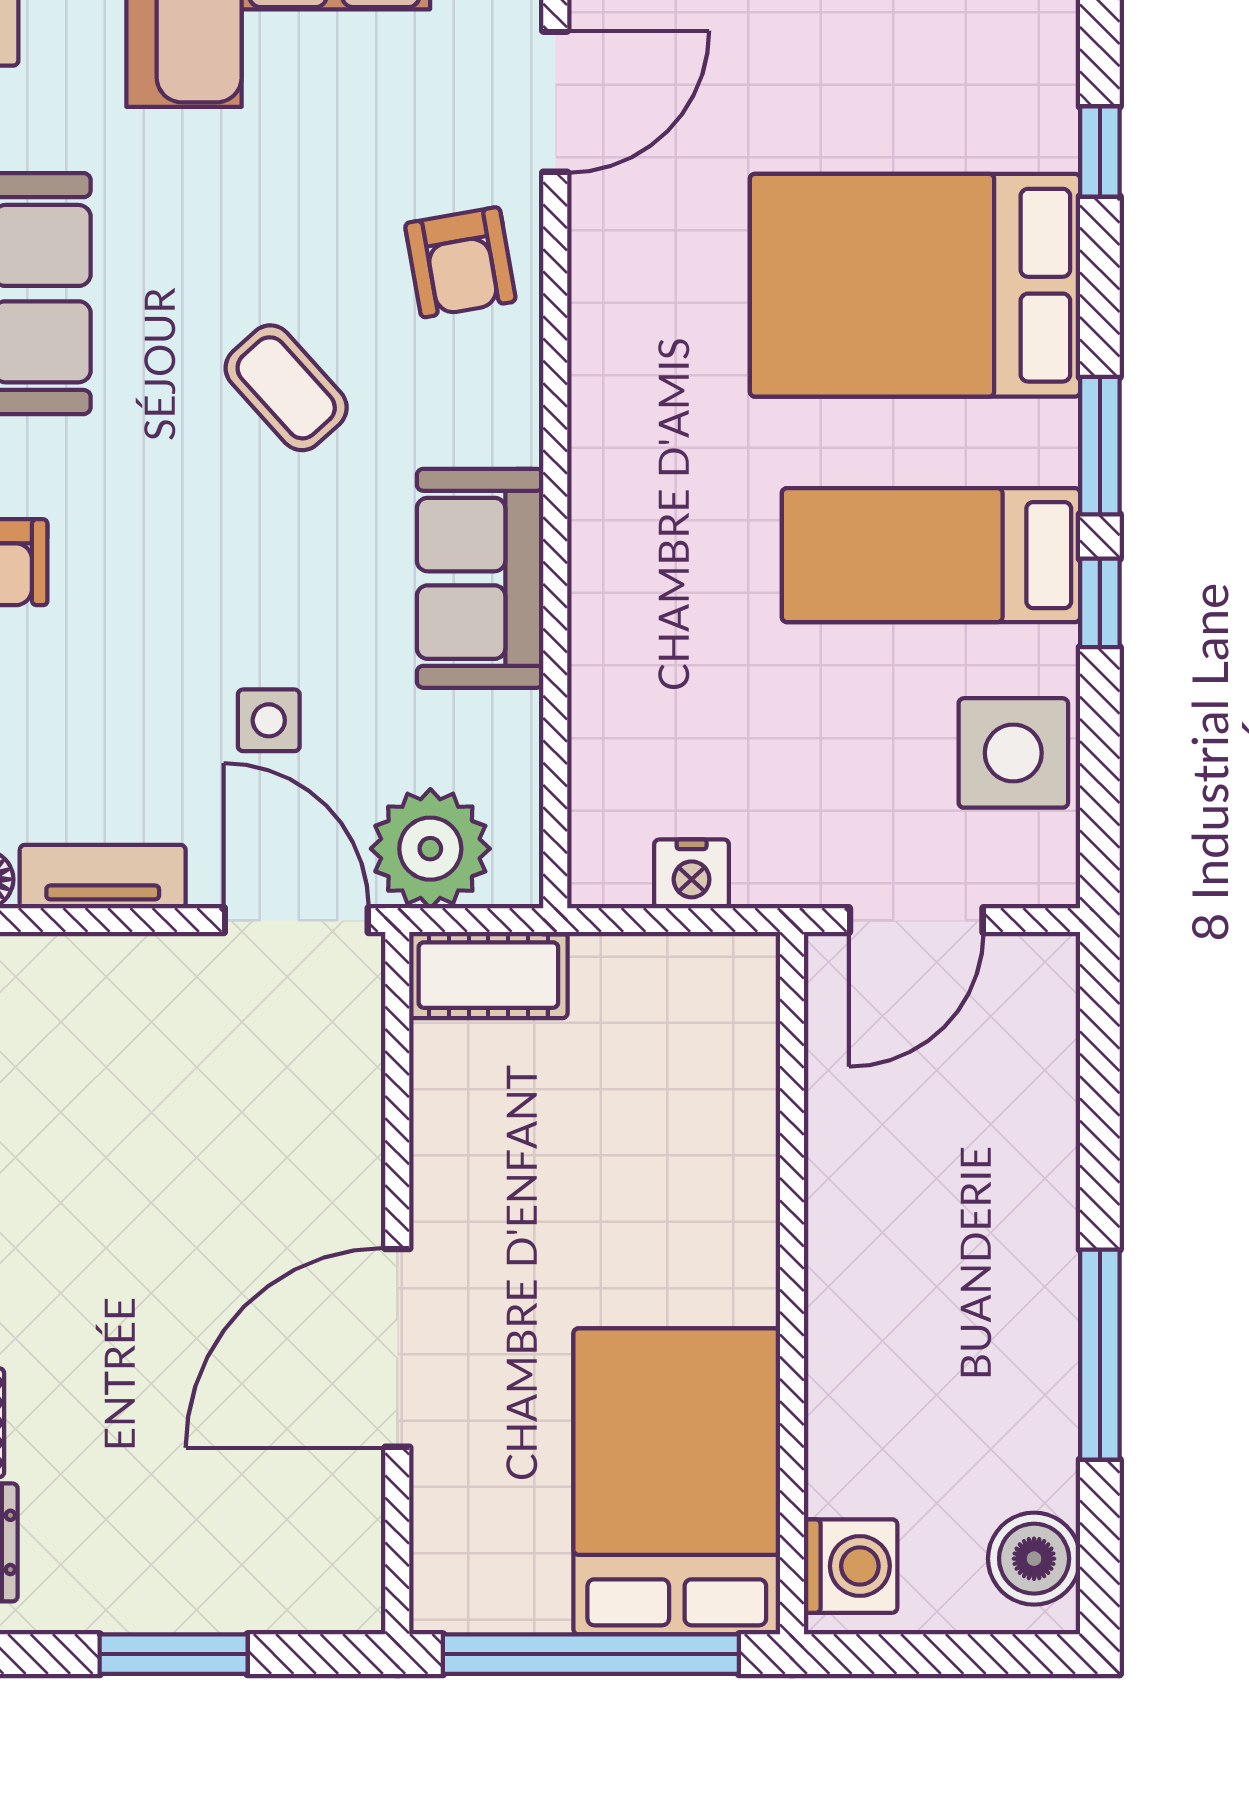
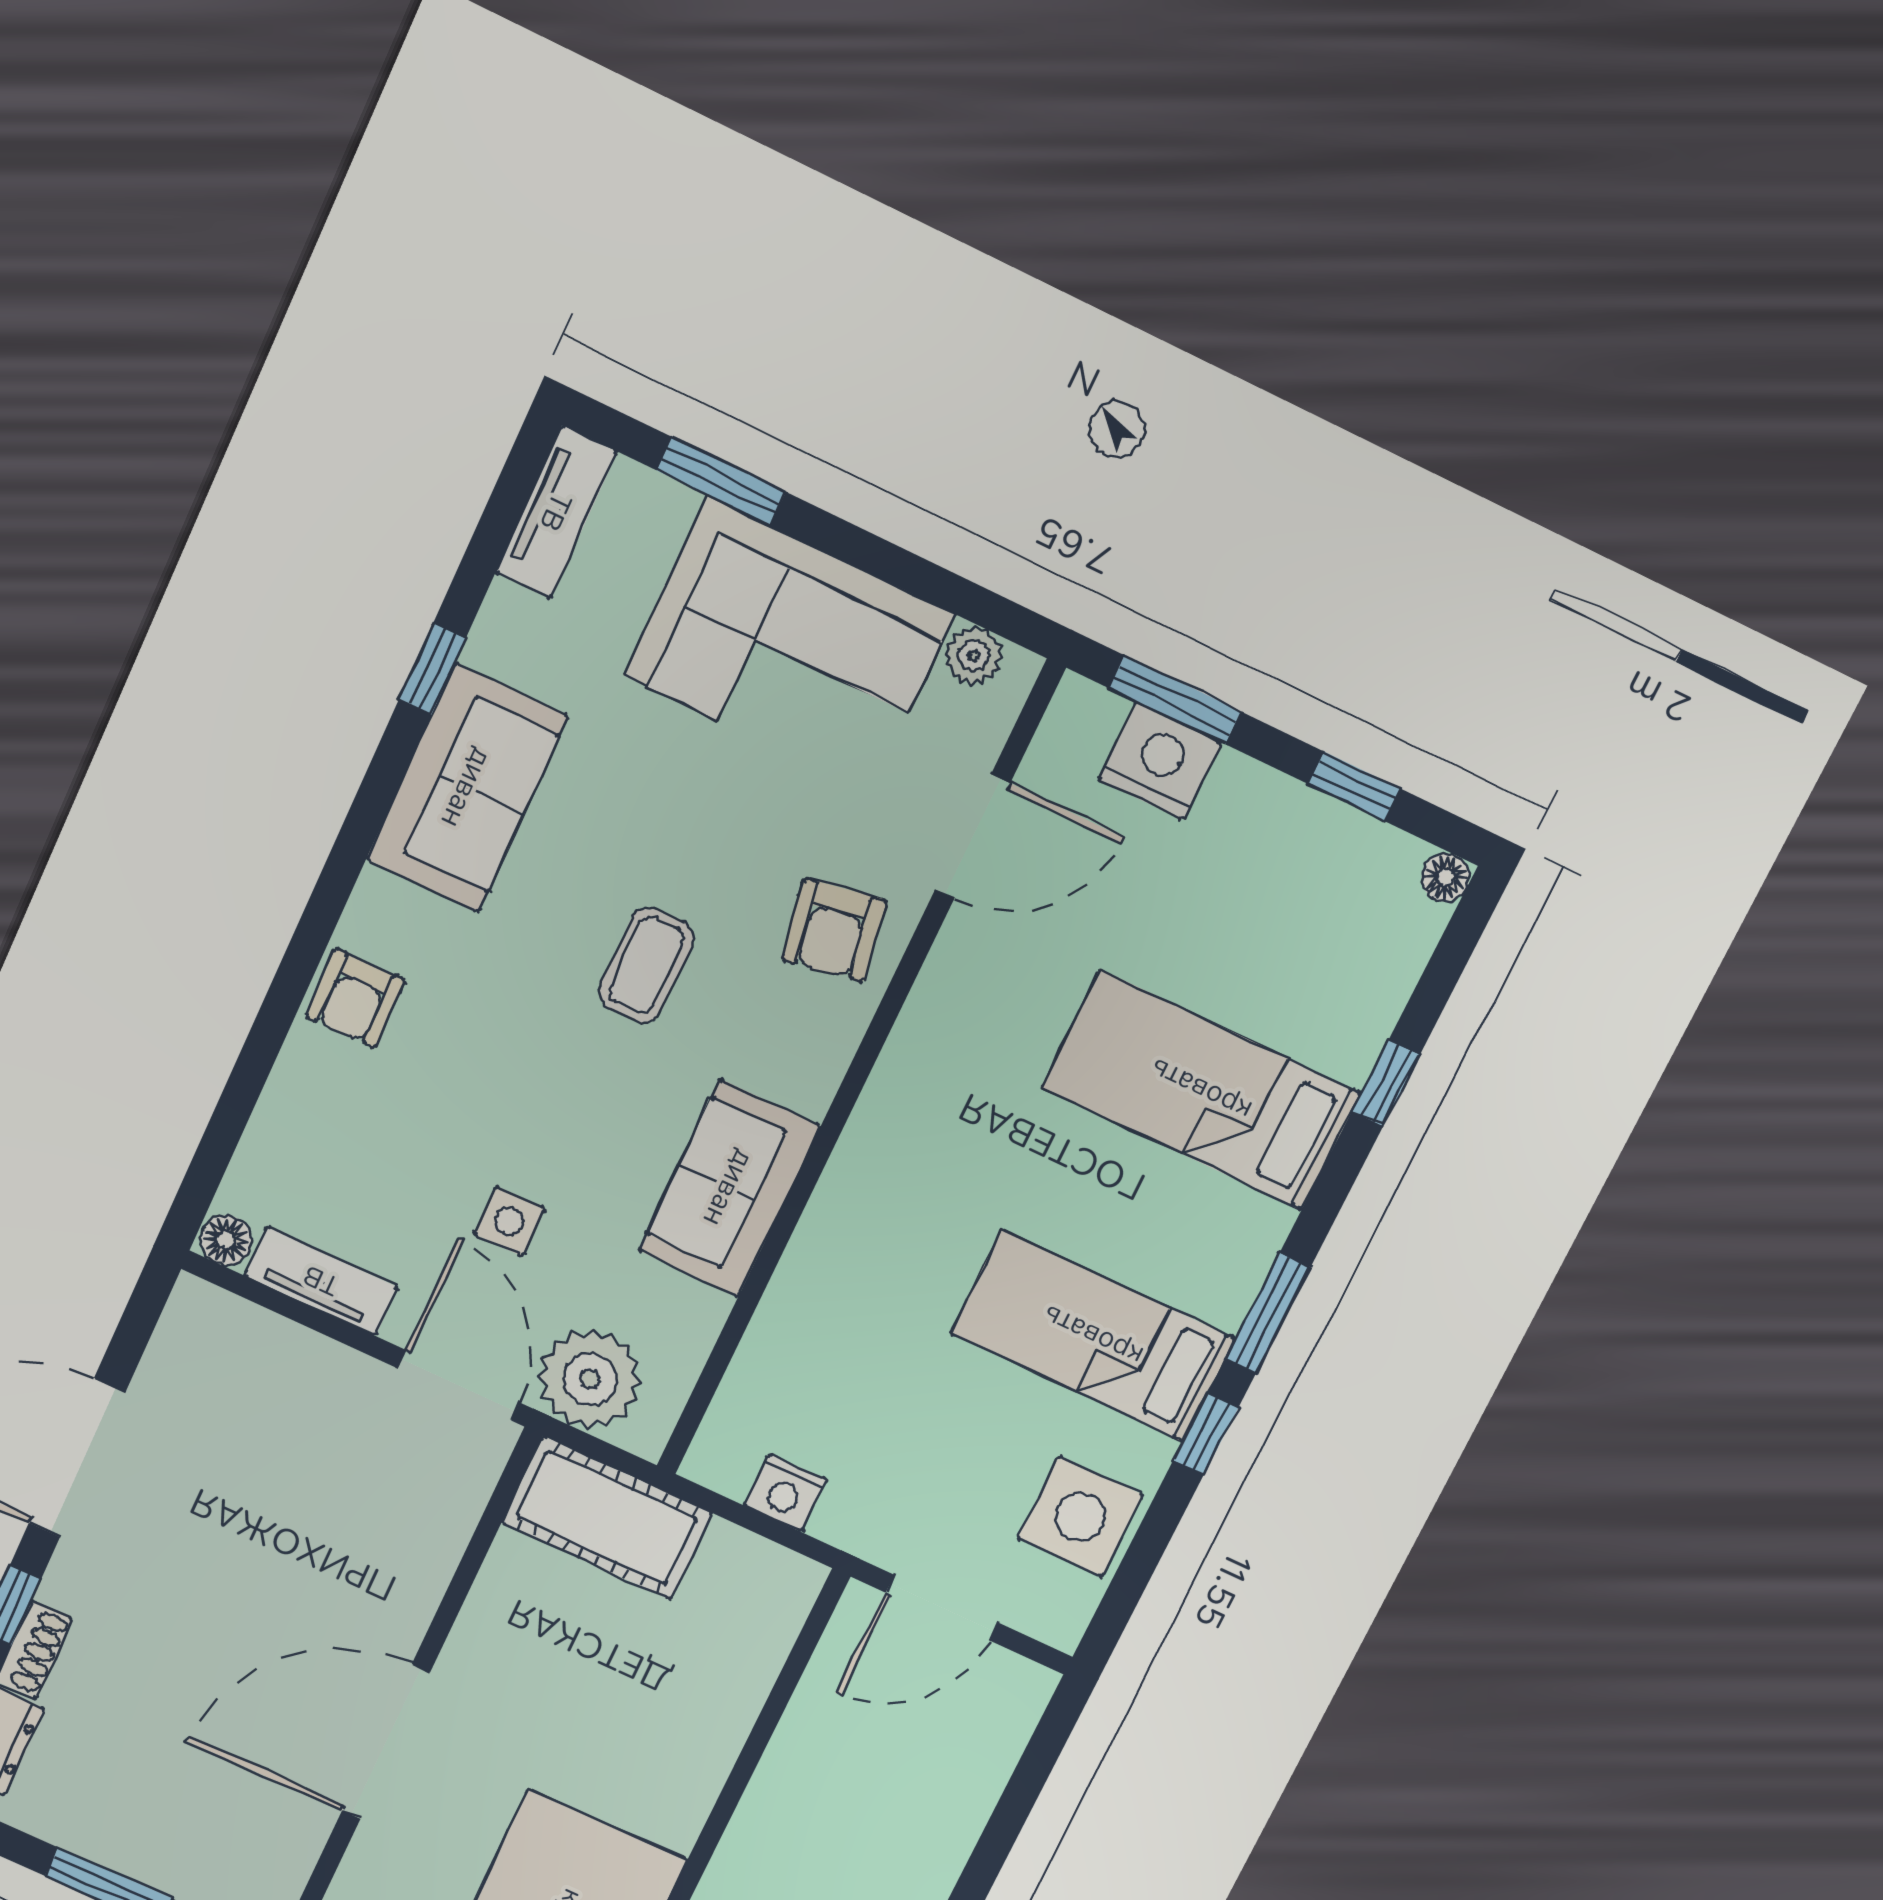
bed: (915, 285) -> (1201, 1090), width x0.67
coffee table: (286, 388) -> (646, 965), turned 42
cot: (488, 975) -> (607, 1518), width x1.37, depth x1.34

